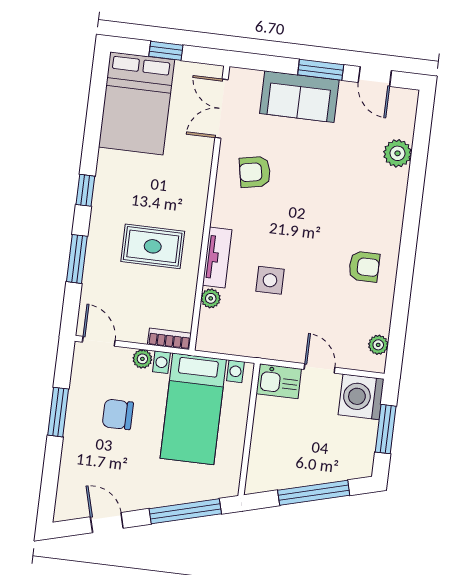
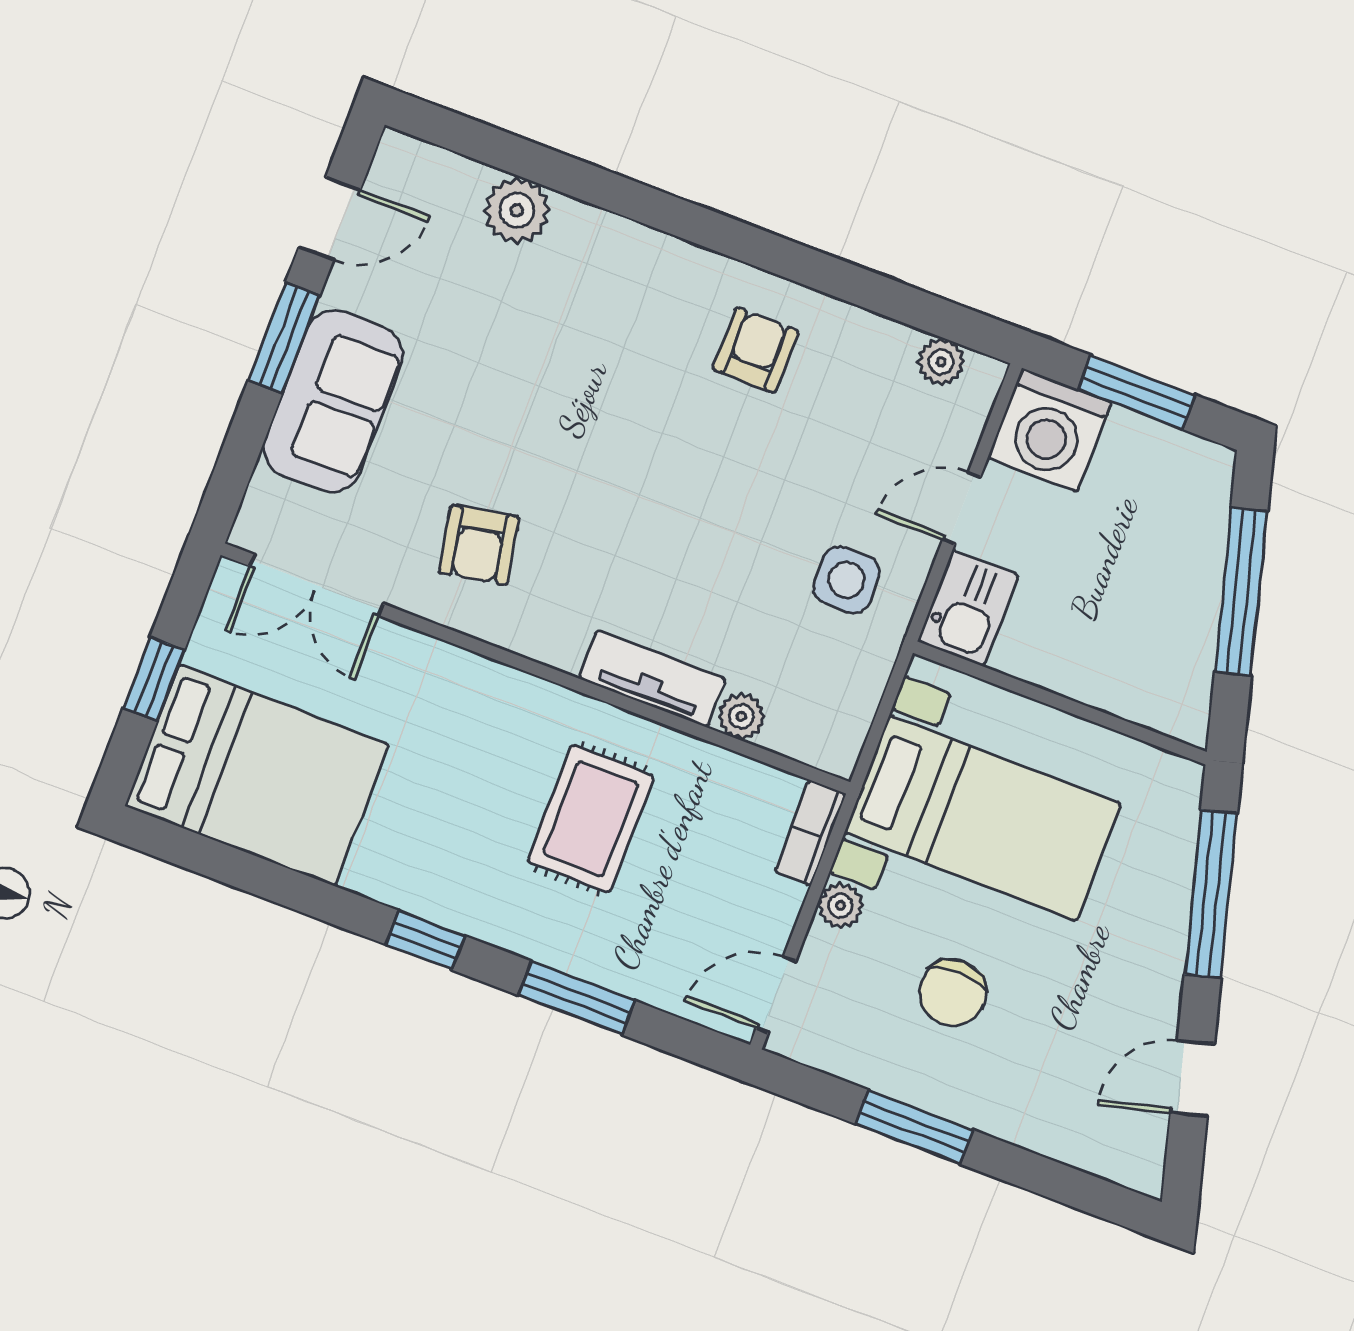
side table: (270, 280) -> (847, 580), moved

